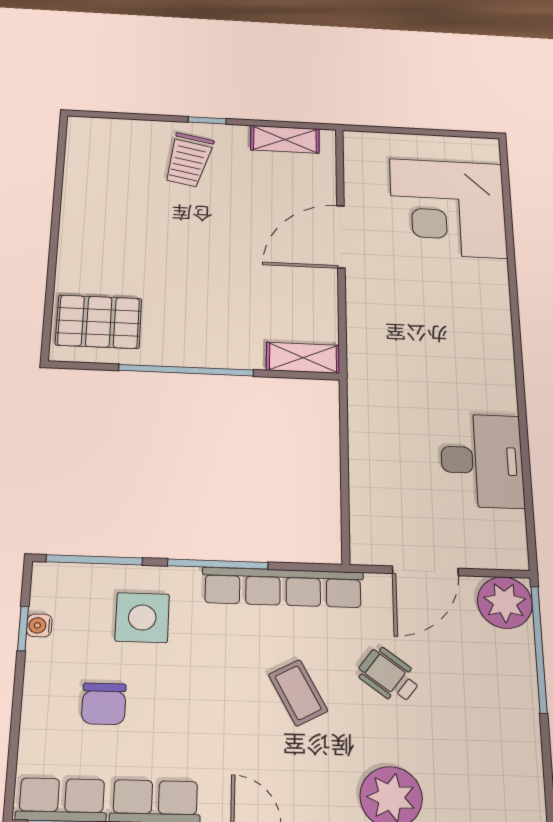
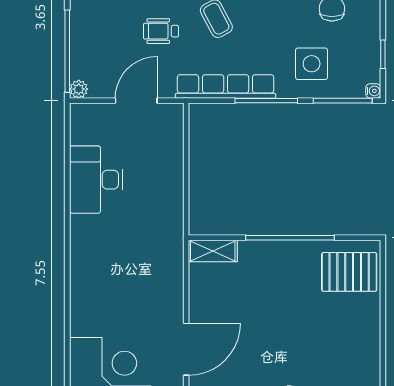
plant: (505, 603) -> (79, 89), width x0.53, depth x0.53
water cooler: (39, 625) -> (373, 91), moved
wheelchair: (389, 676) -> (161, 31), turned 143

